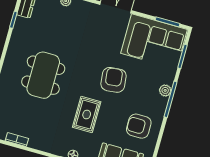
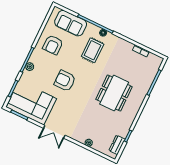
armchair: (113, 80) -> (65, 81), turned 96
rug: (87, 115) -> (93, 50), moved
armchair: (139, 126) -> (53, 45), turned 90

